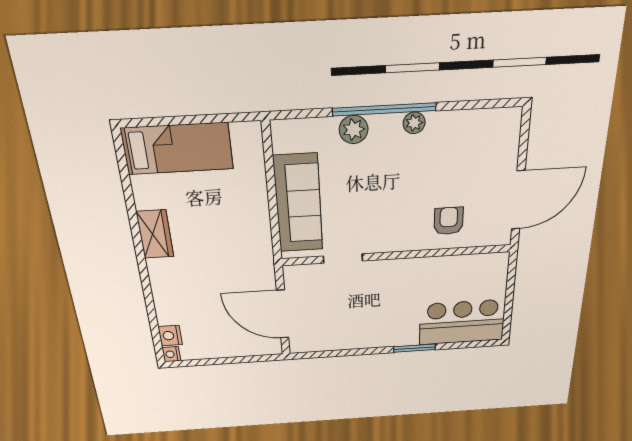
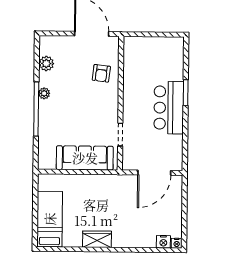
plant: (354, 129) -> (46, 63), moved
armchair: (449, 221) -> (101, 73), turned -83
bar counter: (462, 322) -> (169, 108), moved

